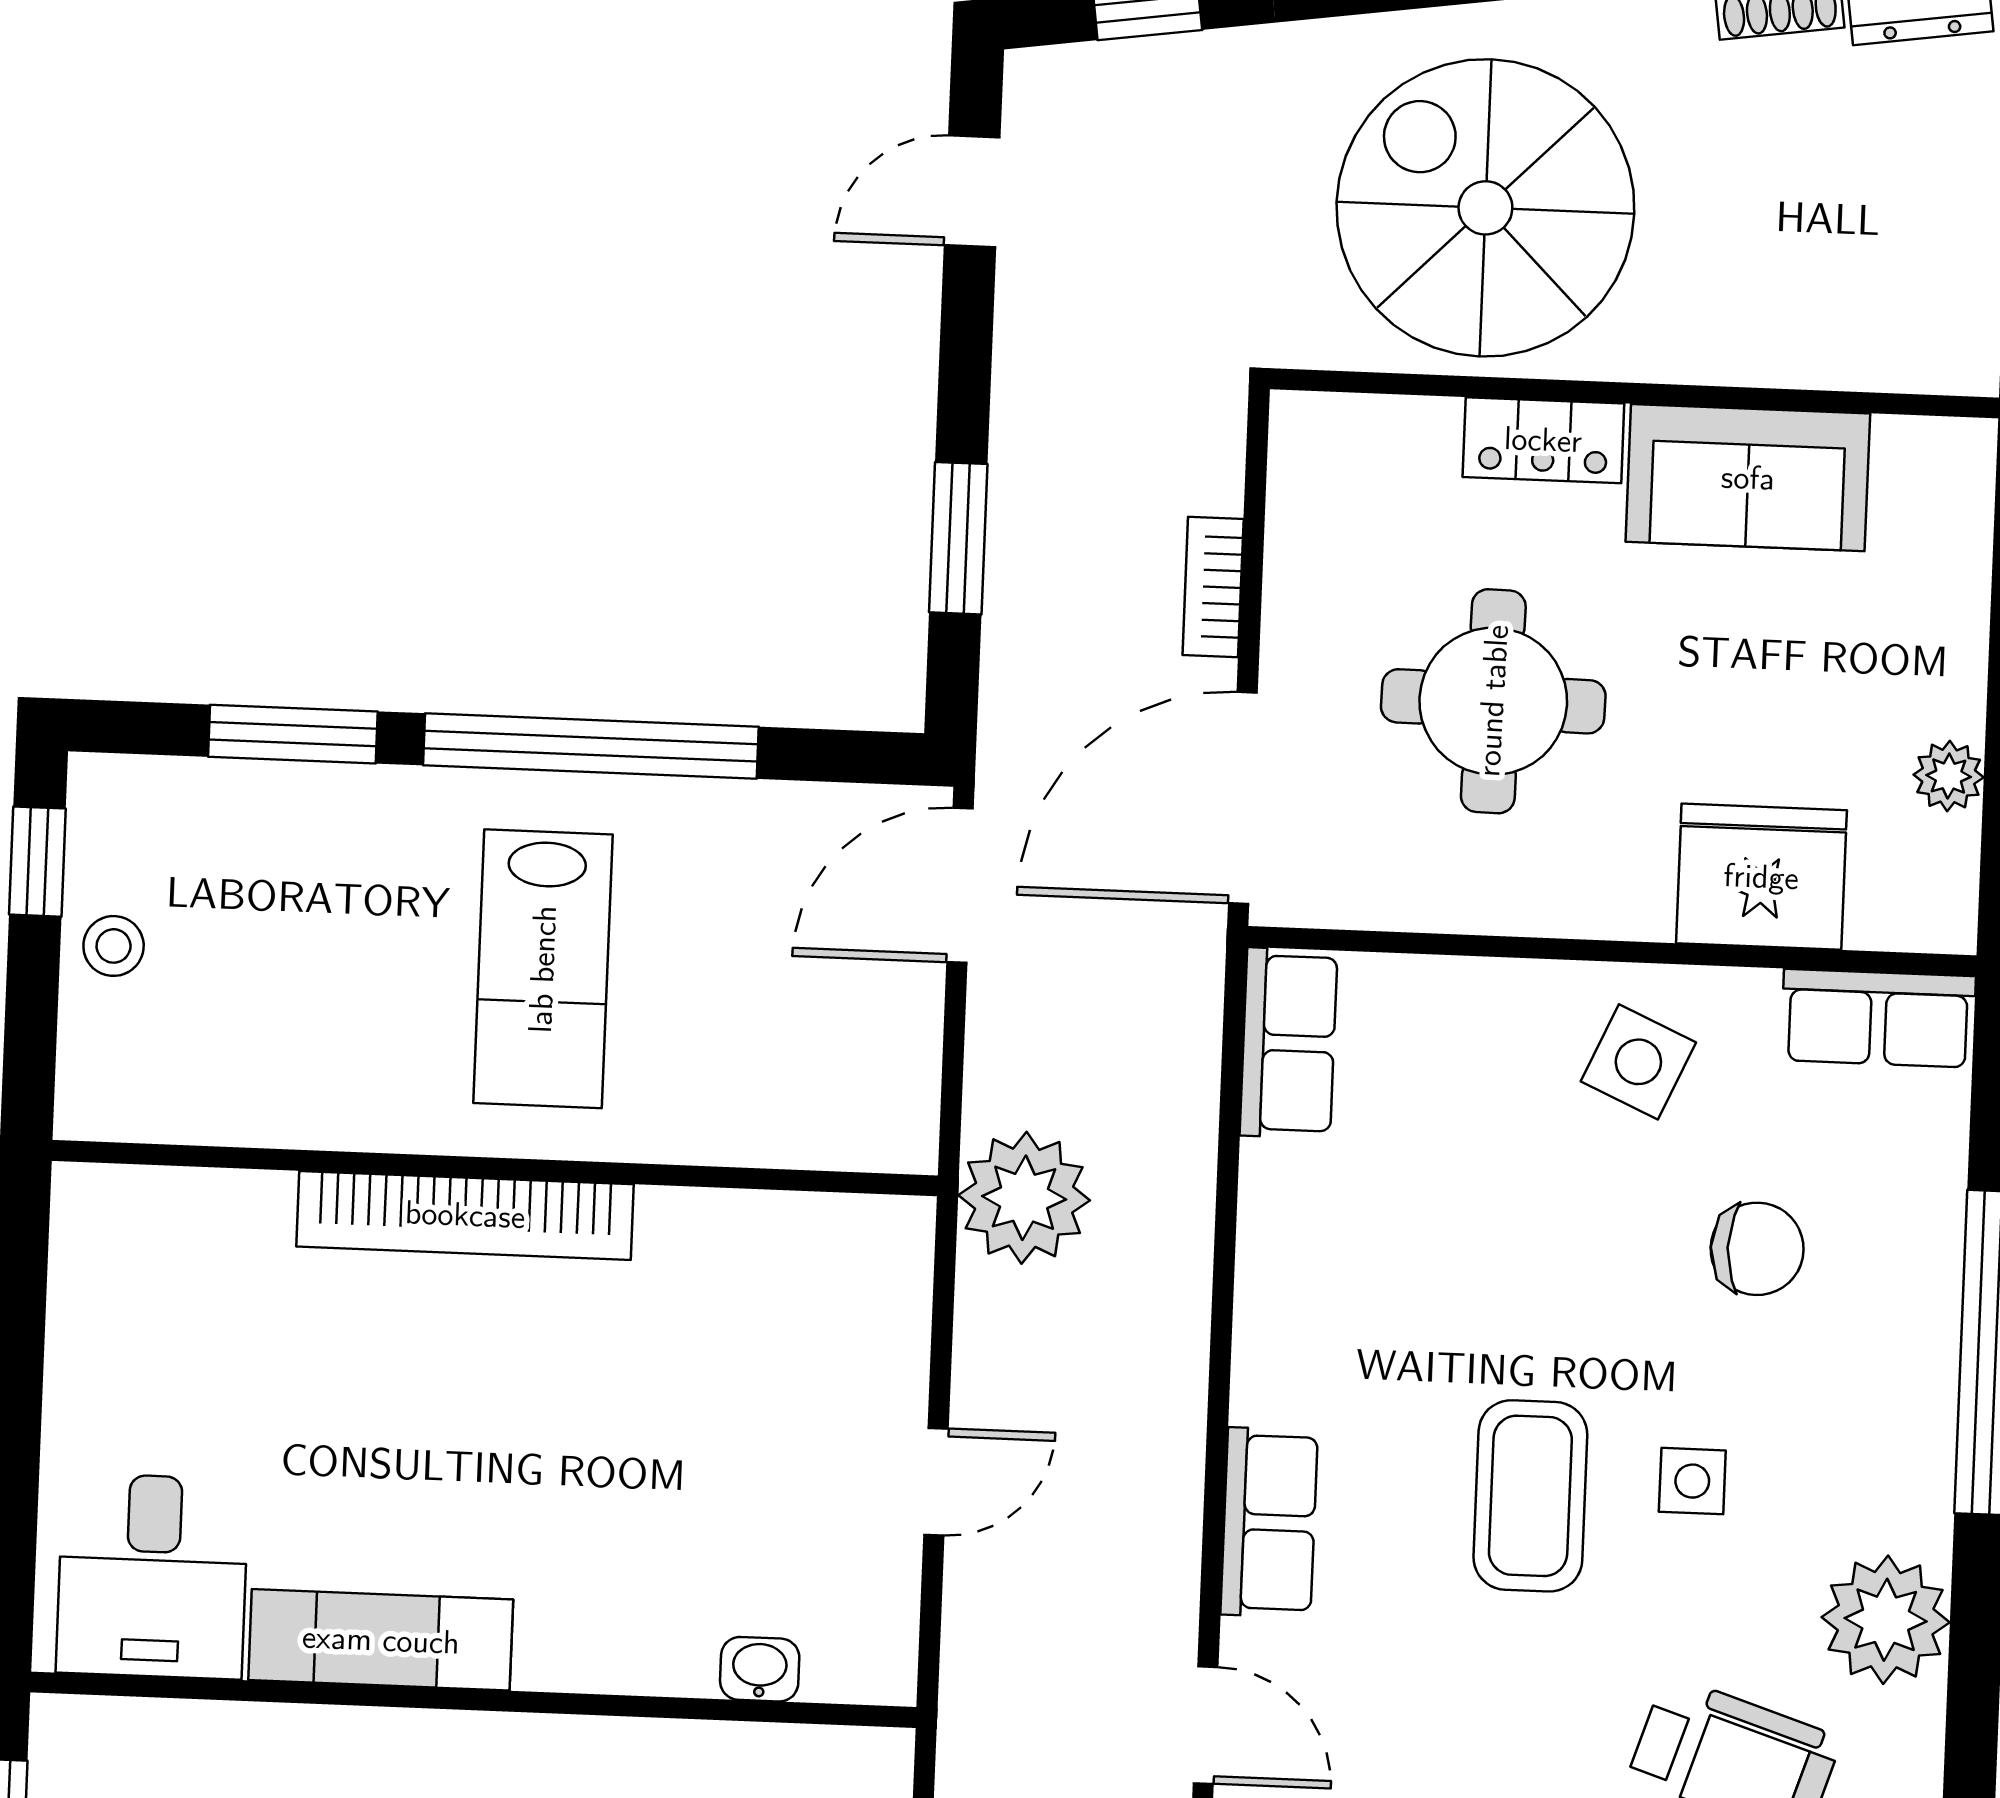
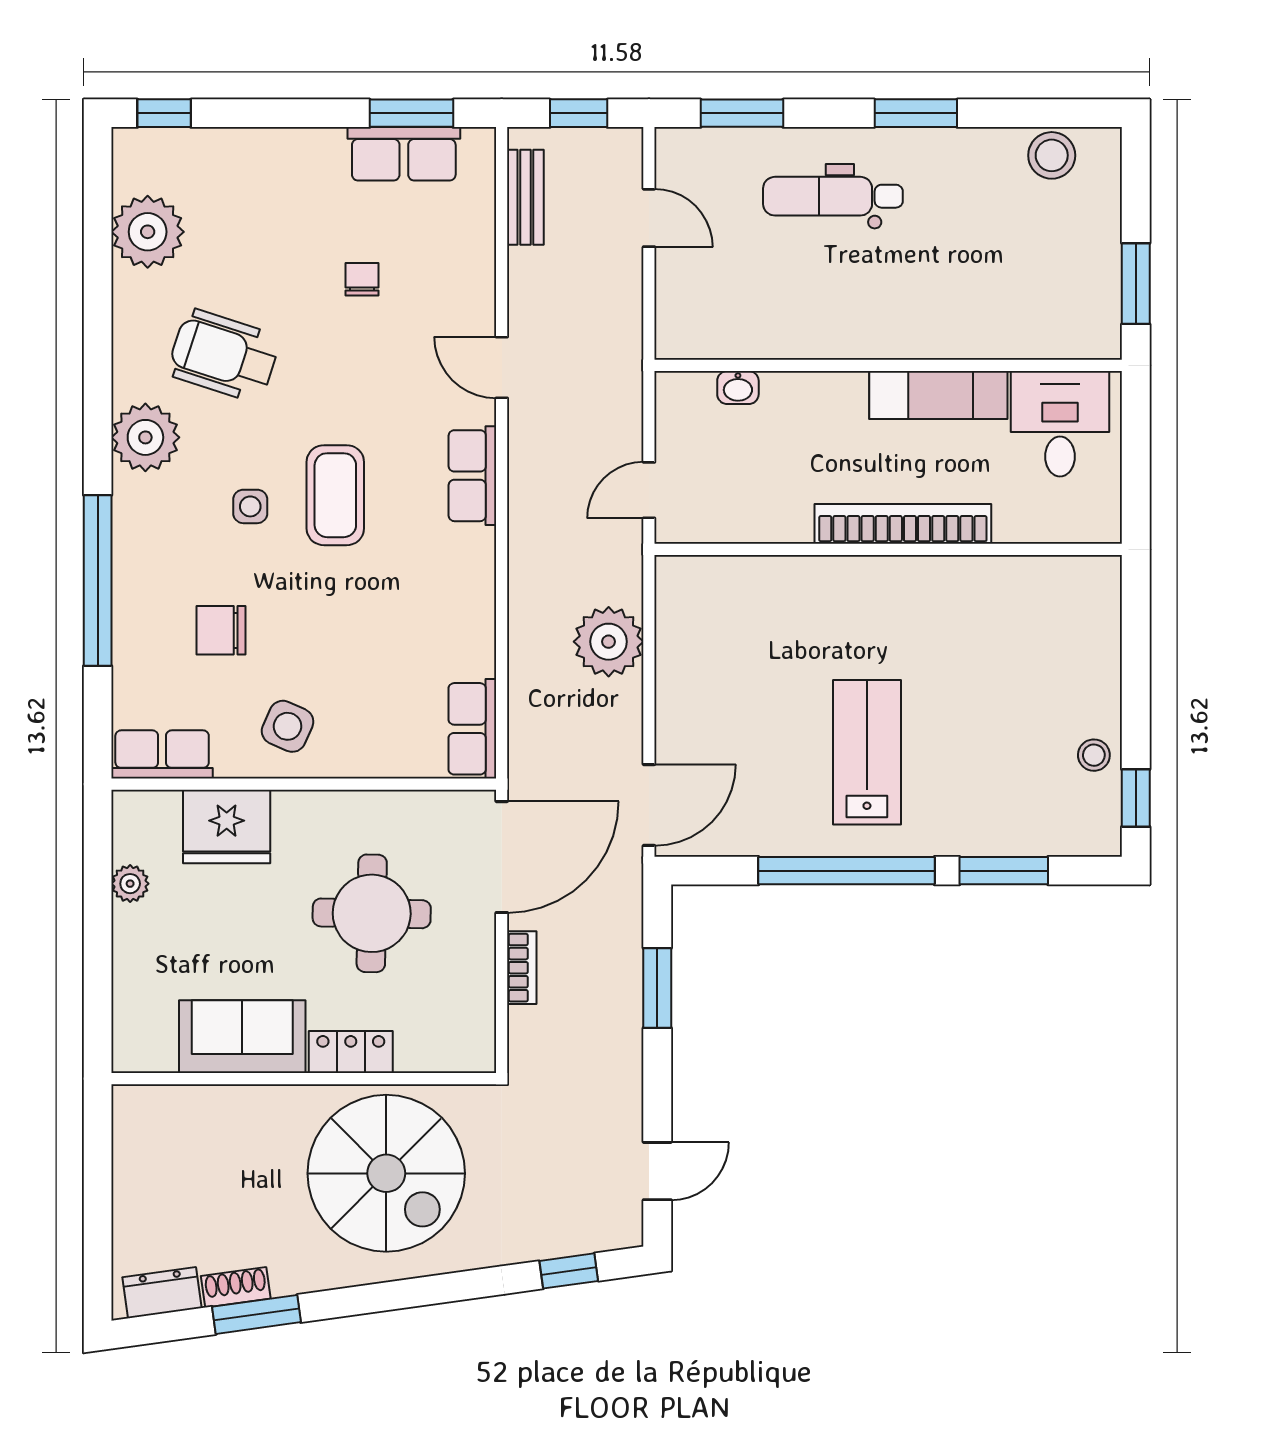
wall: (495, 1168) -> (888, 549), moved
bookcase: (465, 1215) -> (903, 524), moved

